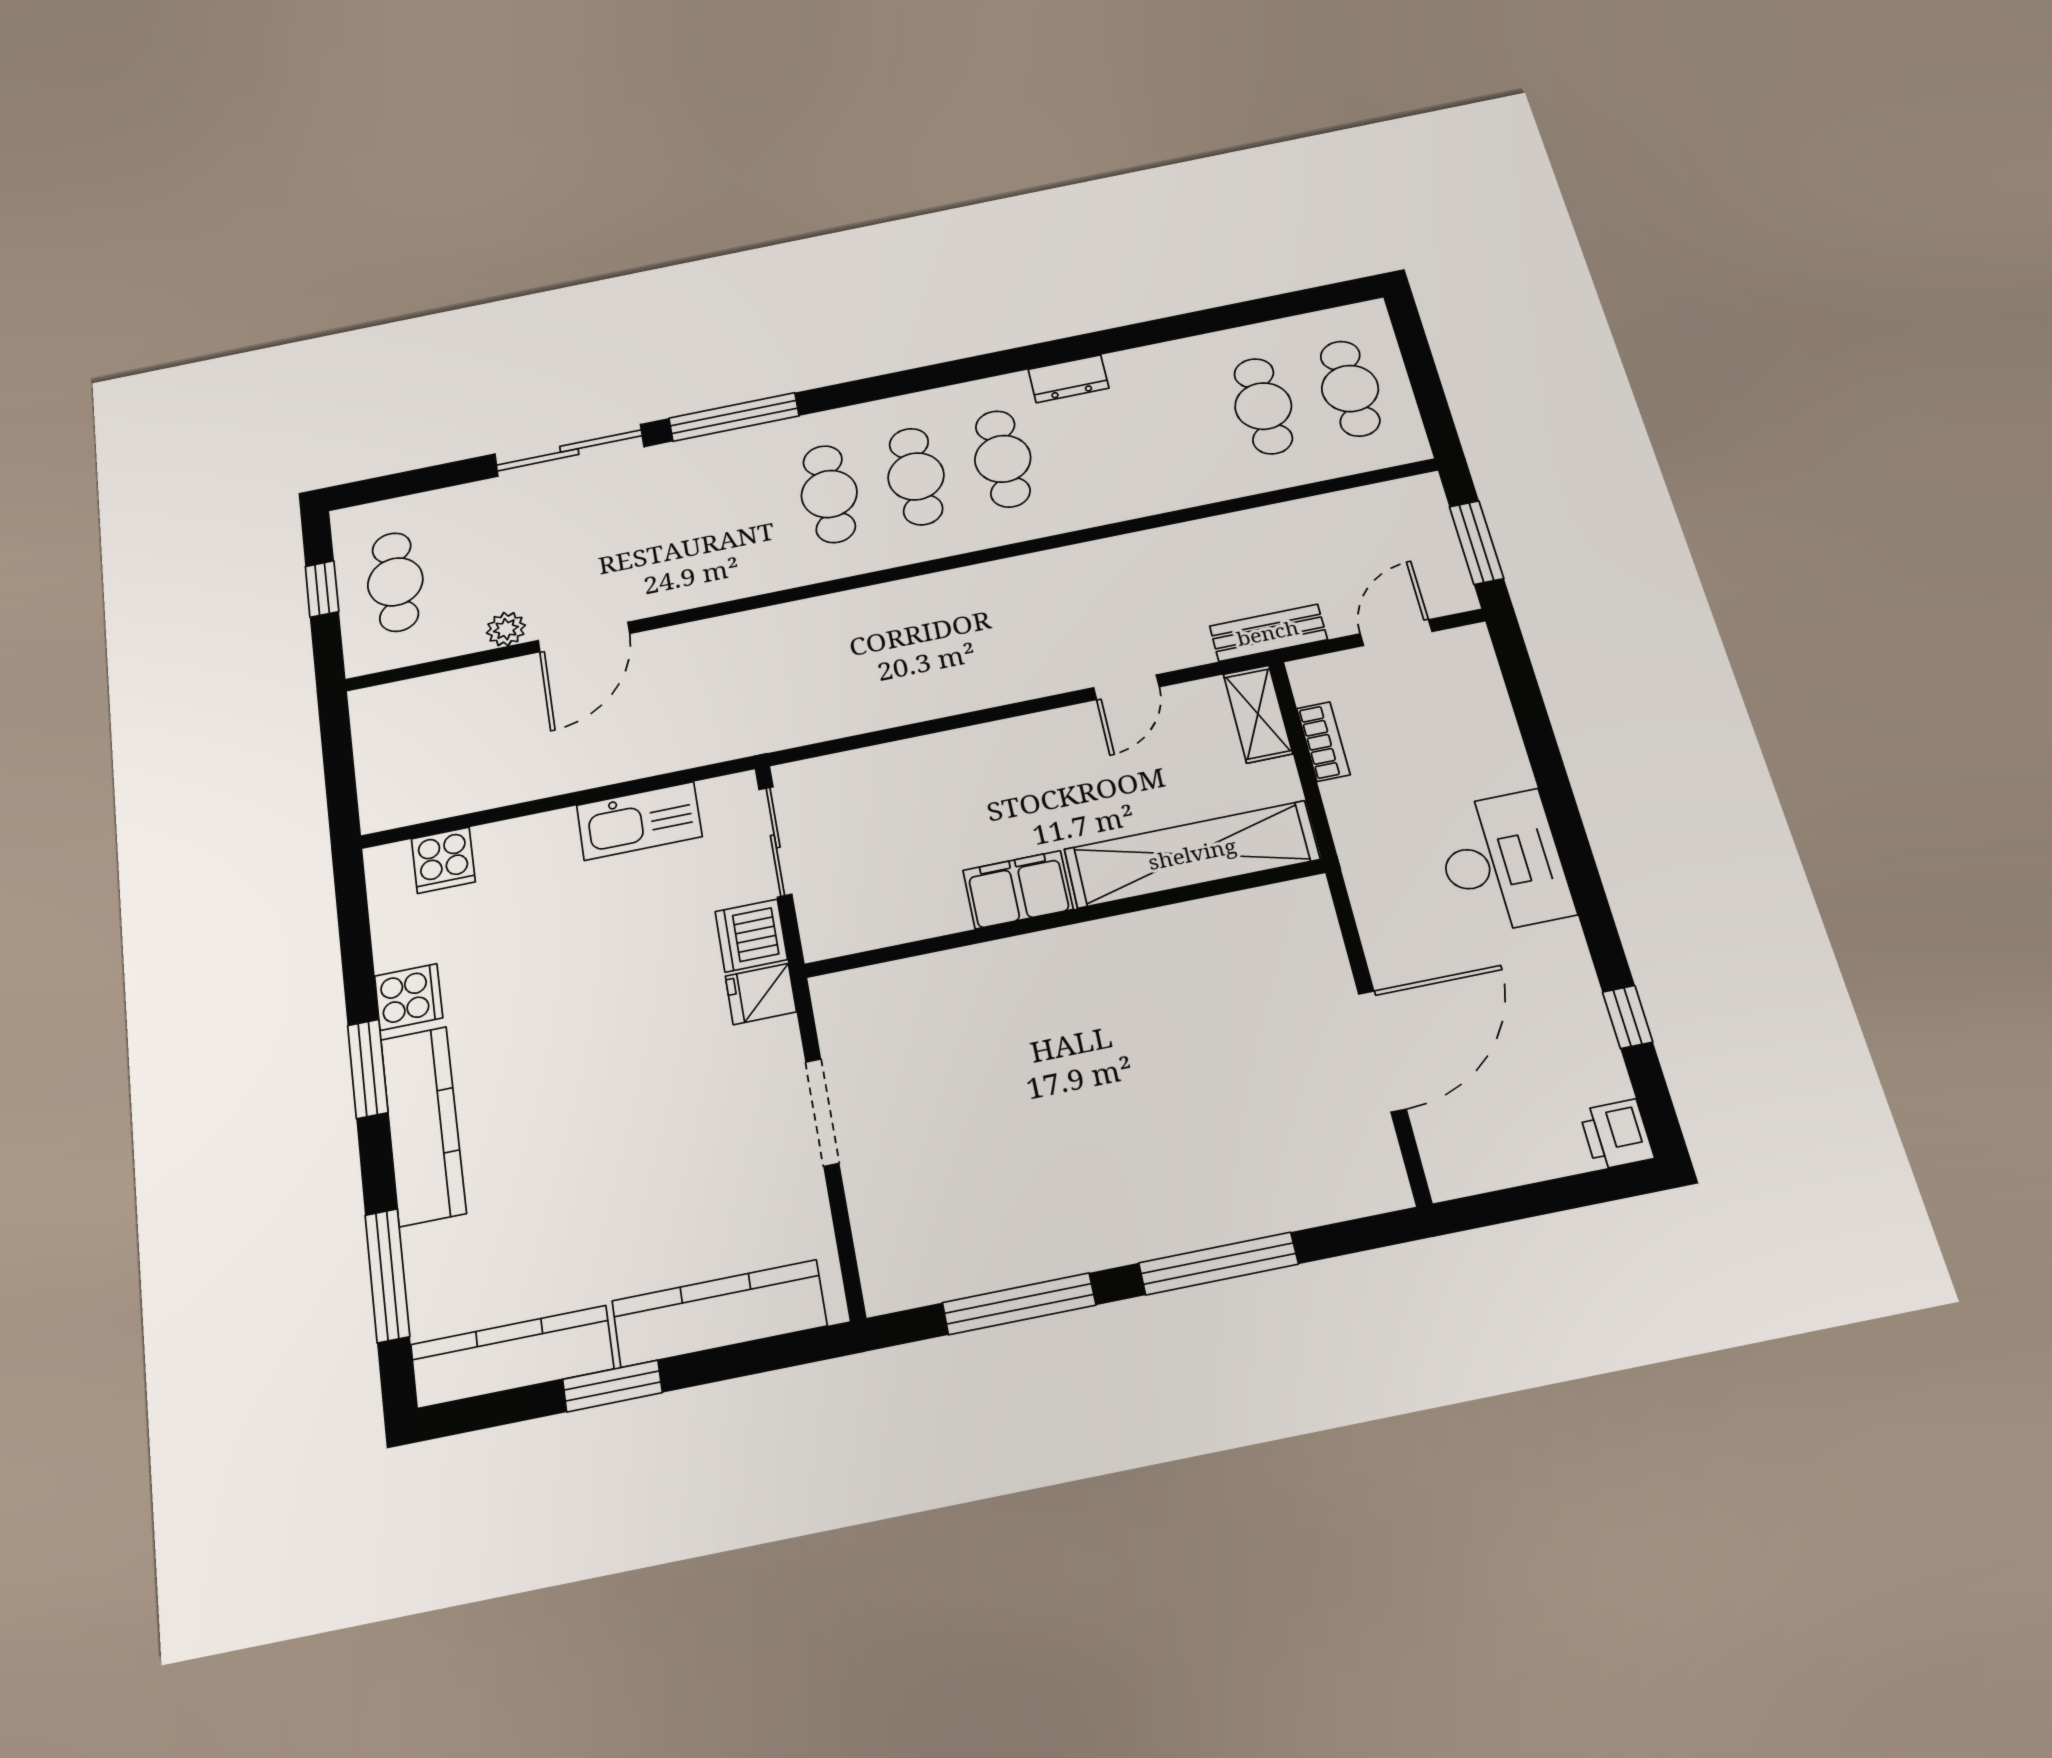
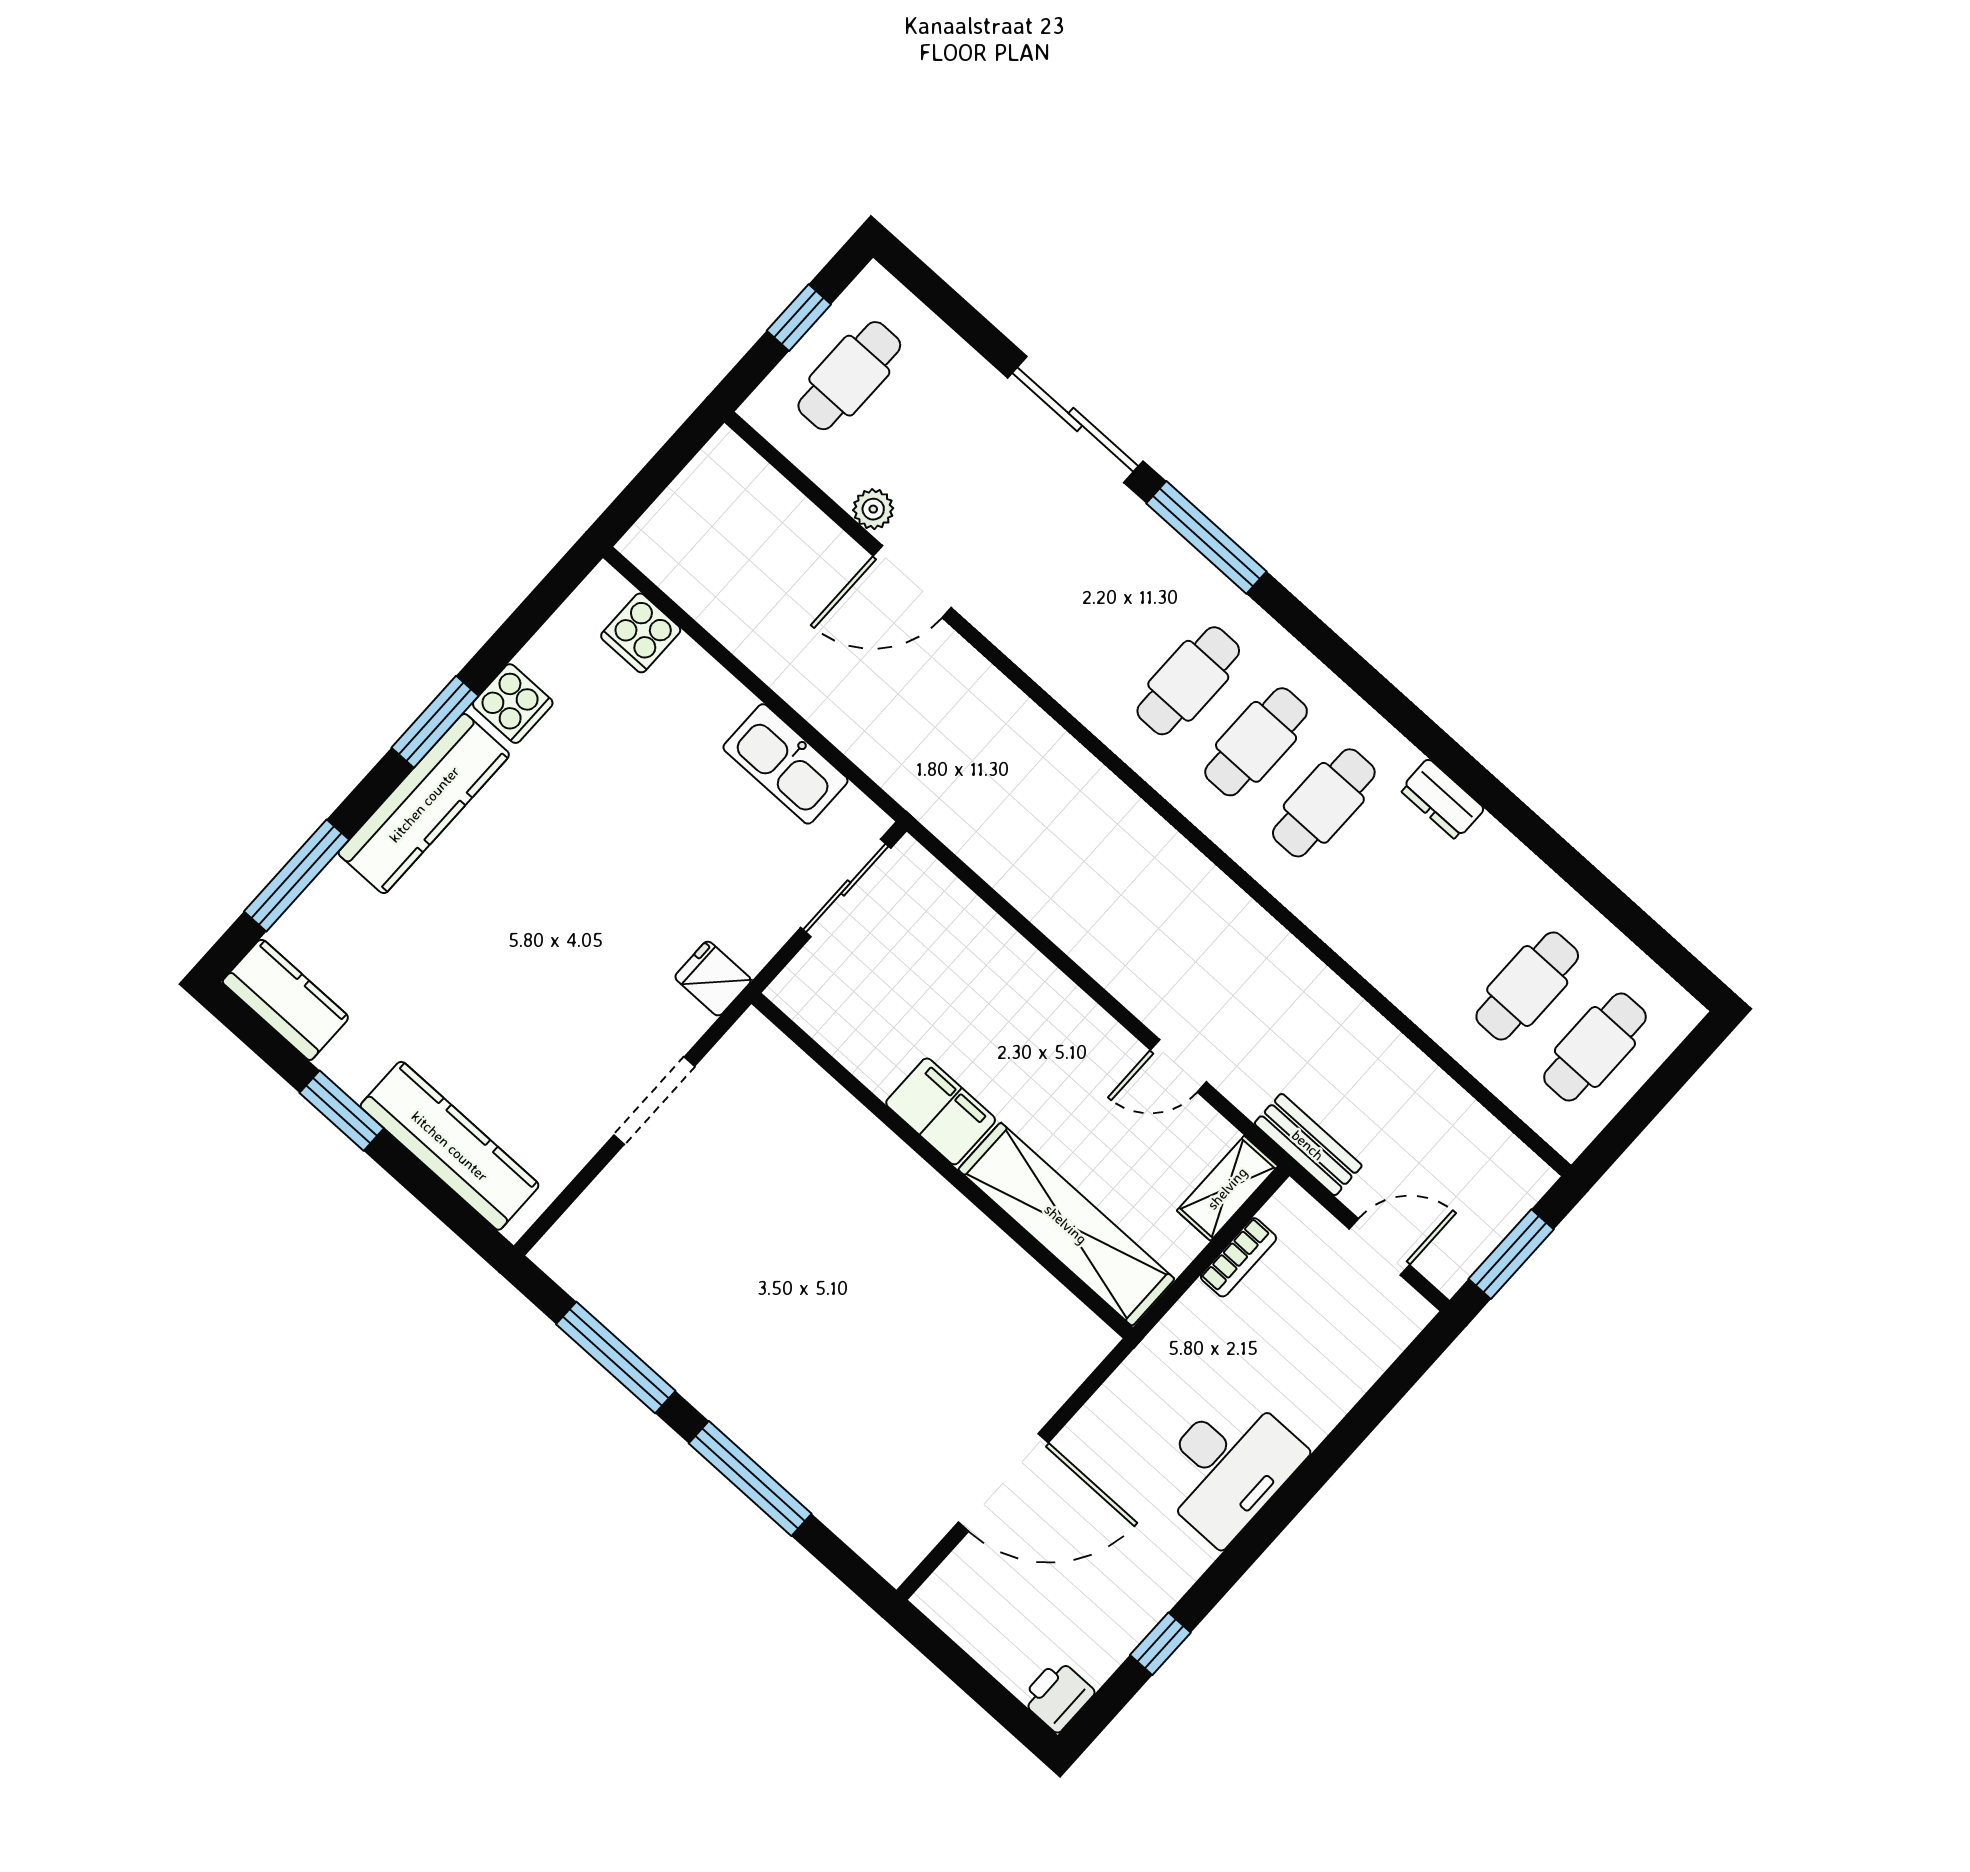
dishwasher: (751, 936) -> (755, 932), removed
kitchen counter: (512, 1357) -> (286, 1000), width x0.67

